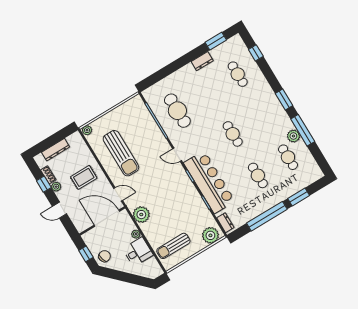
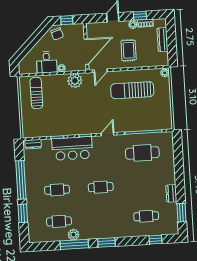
bar counter: (209, 182) -> (72, 148), width x0.73
plant: (210, 235) -> (29, 127), removed

